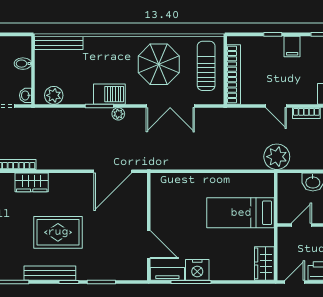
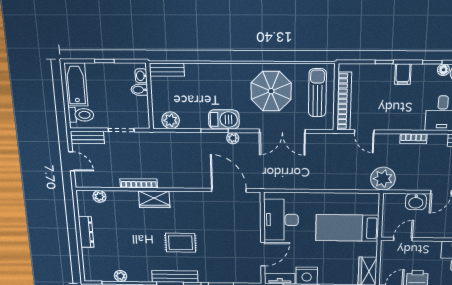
bench: (59, 43) -> (167, 70), width x0.73
washbasin: (26, 95) -> (141, 76), moved
door: (276, 106) -> (364, 132), moved
door: (113, 171) -> (229, 190), swing flipped
desk: (169, 204) -> (281, 220), added
rug: (58, 232) -> (181, 243), width x0.73, depth x0.70
door: (149, 245) -> (263, 254), hinge flipped

